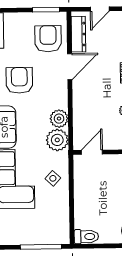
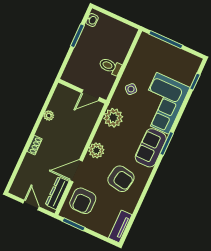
door: (100, 9) -> (31, 205), hinge flipped
armchair: (19, 80) -> (121, 179), turned -80
plant: (59, 119) -> (96, 150), moved
toilet: (86, 237) -> (110, 66), moved

